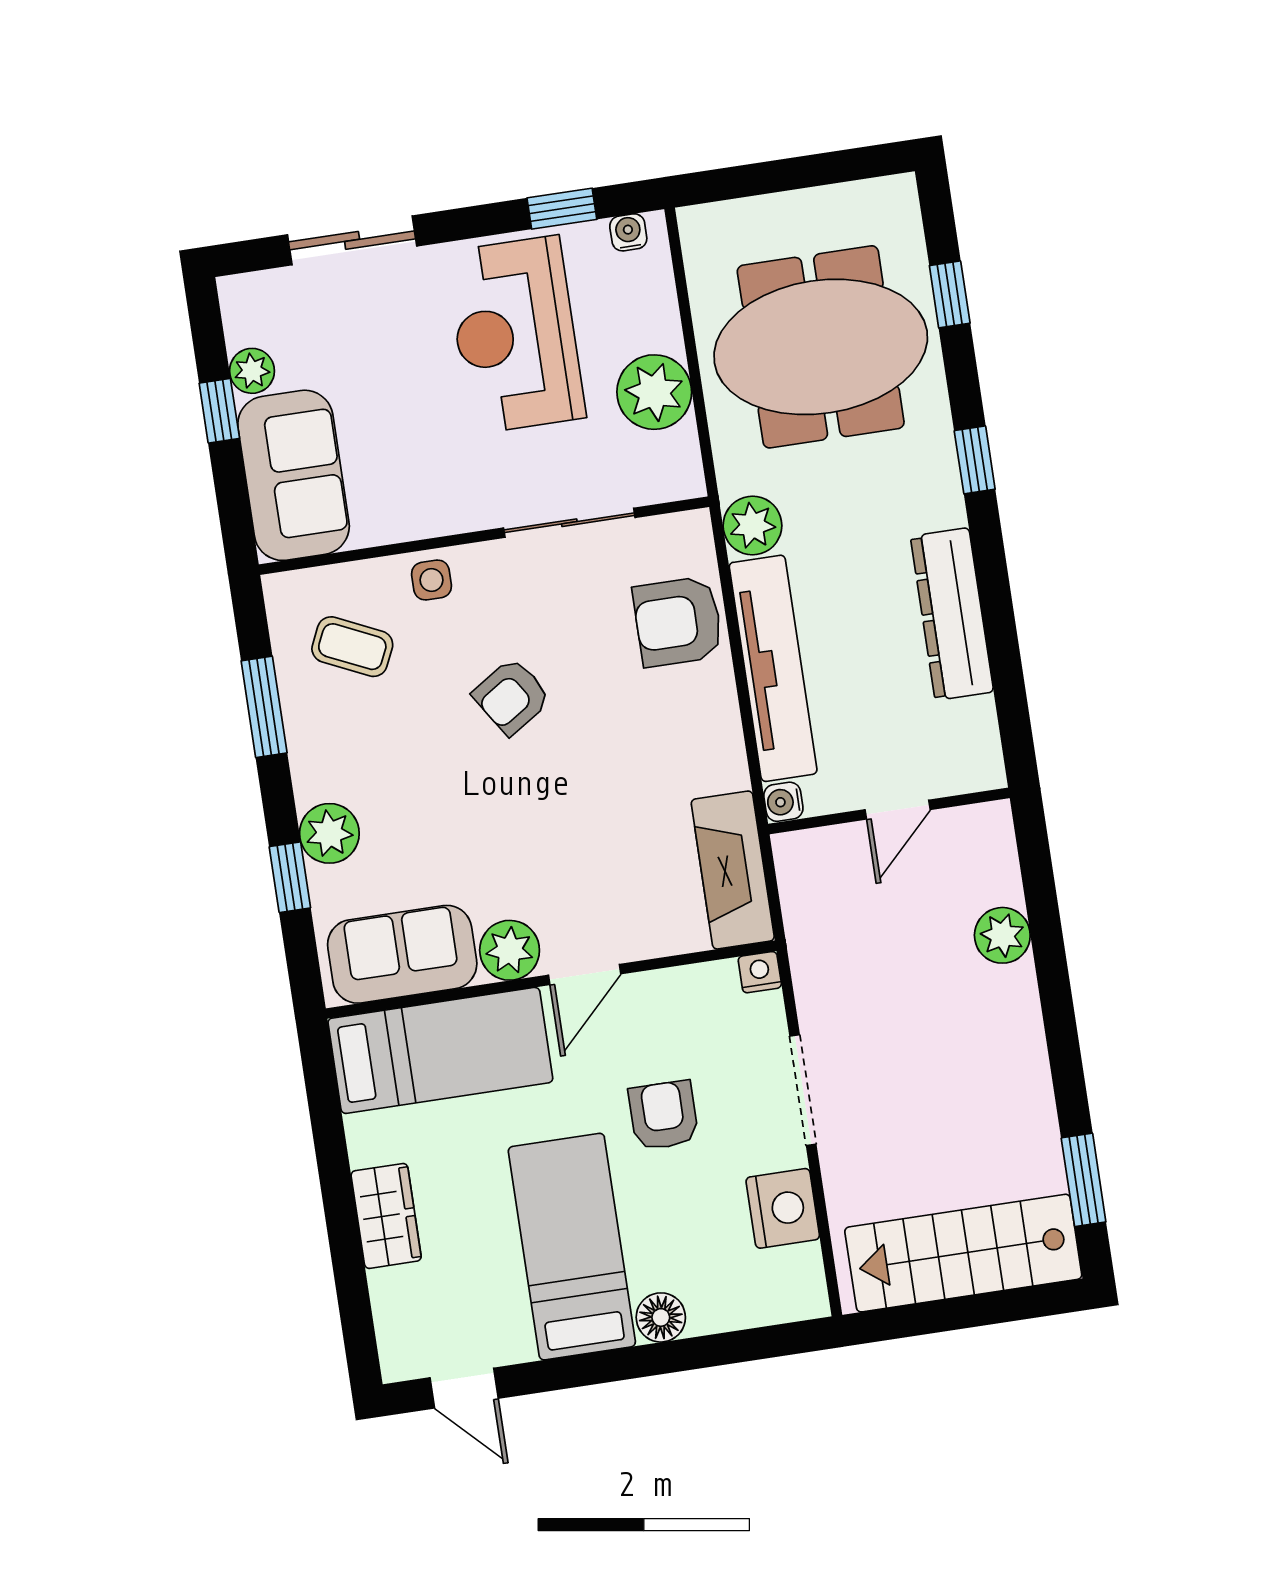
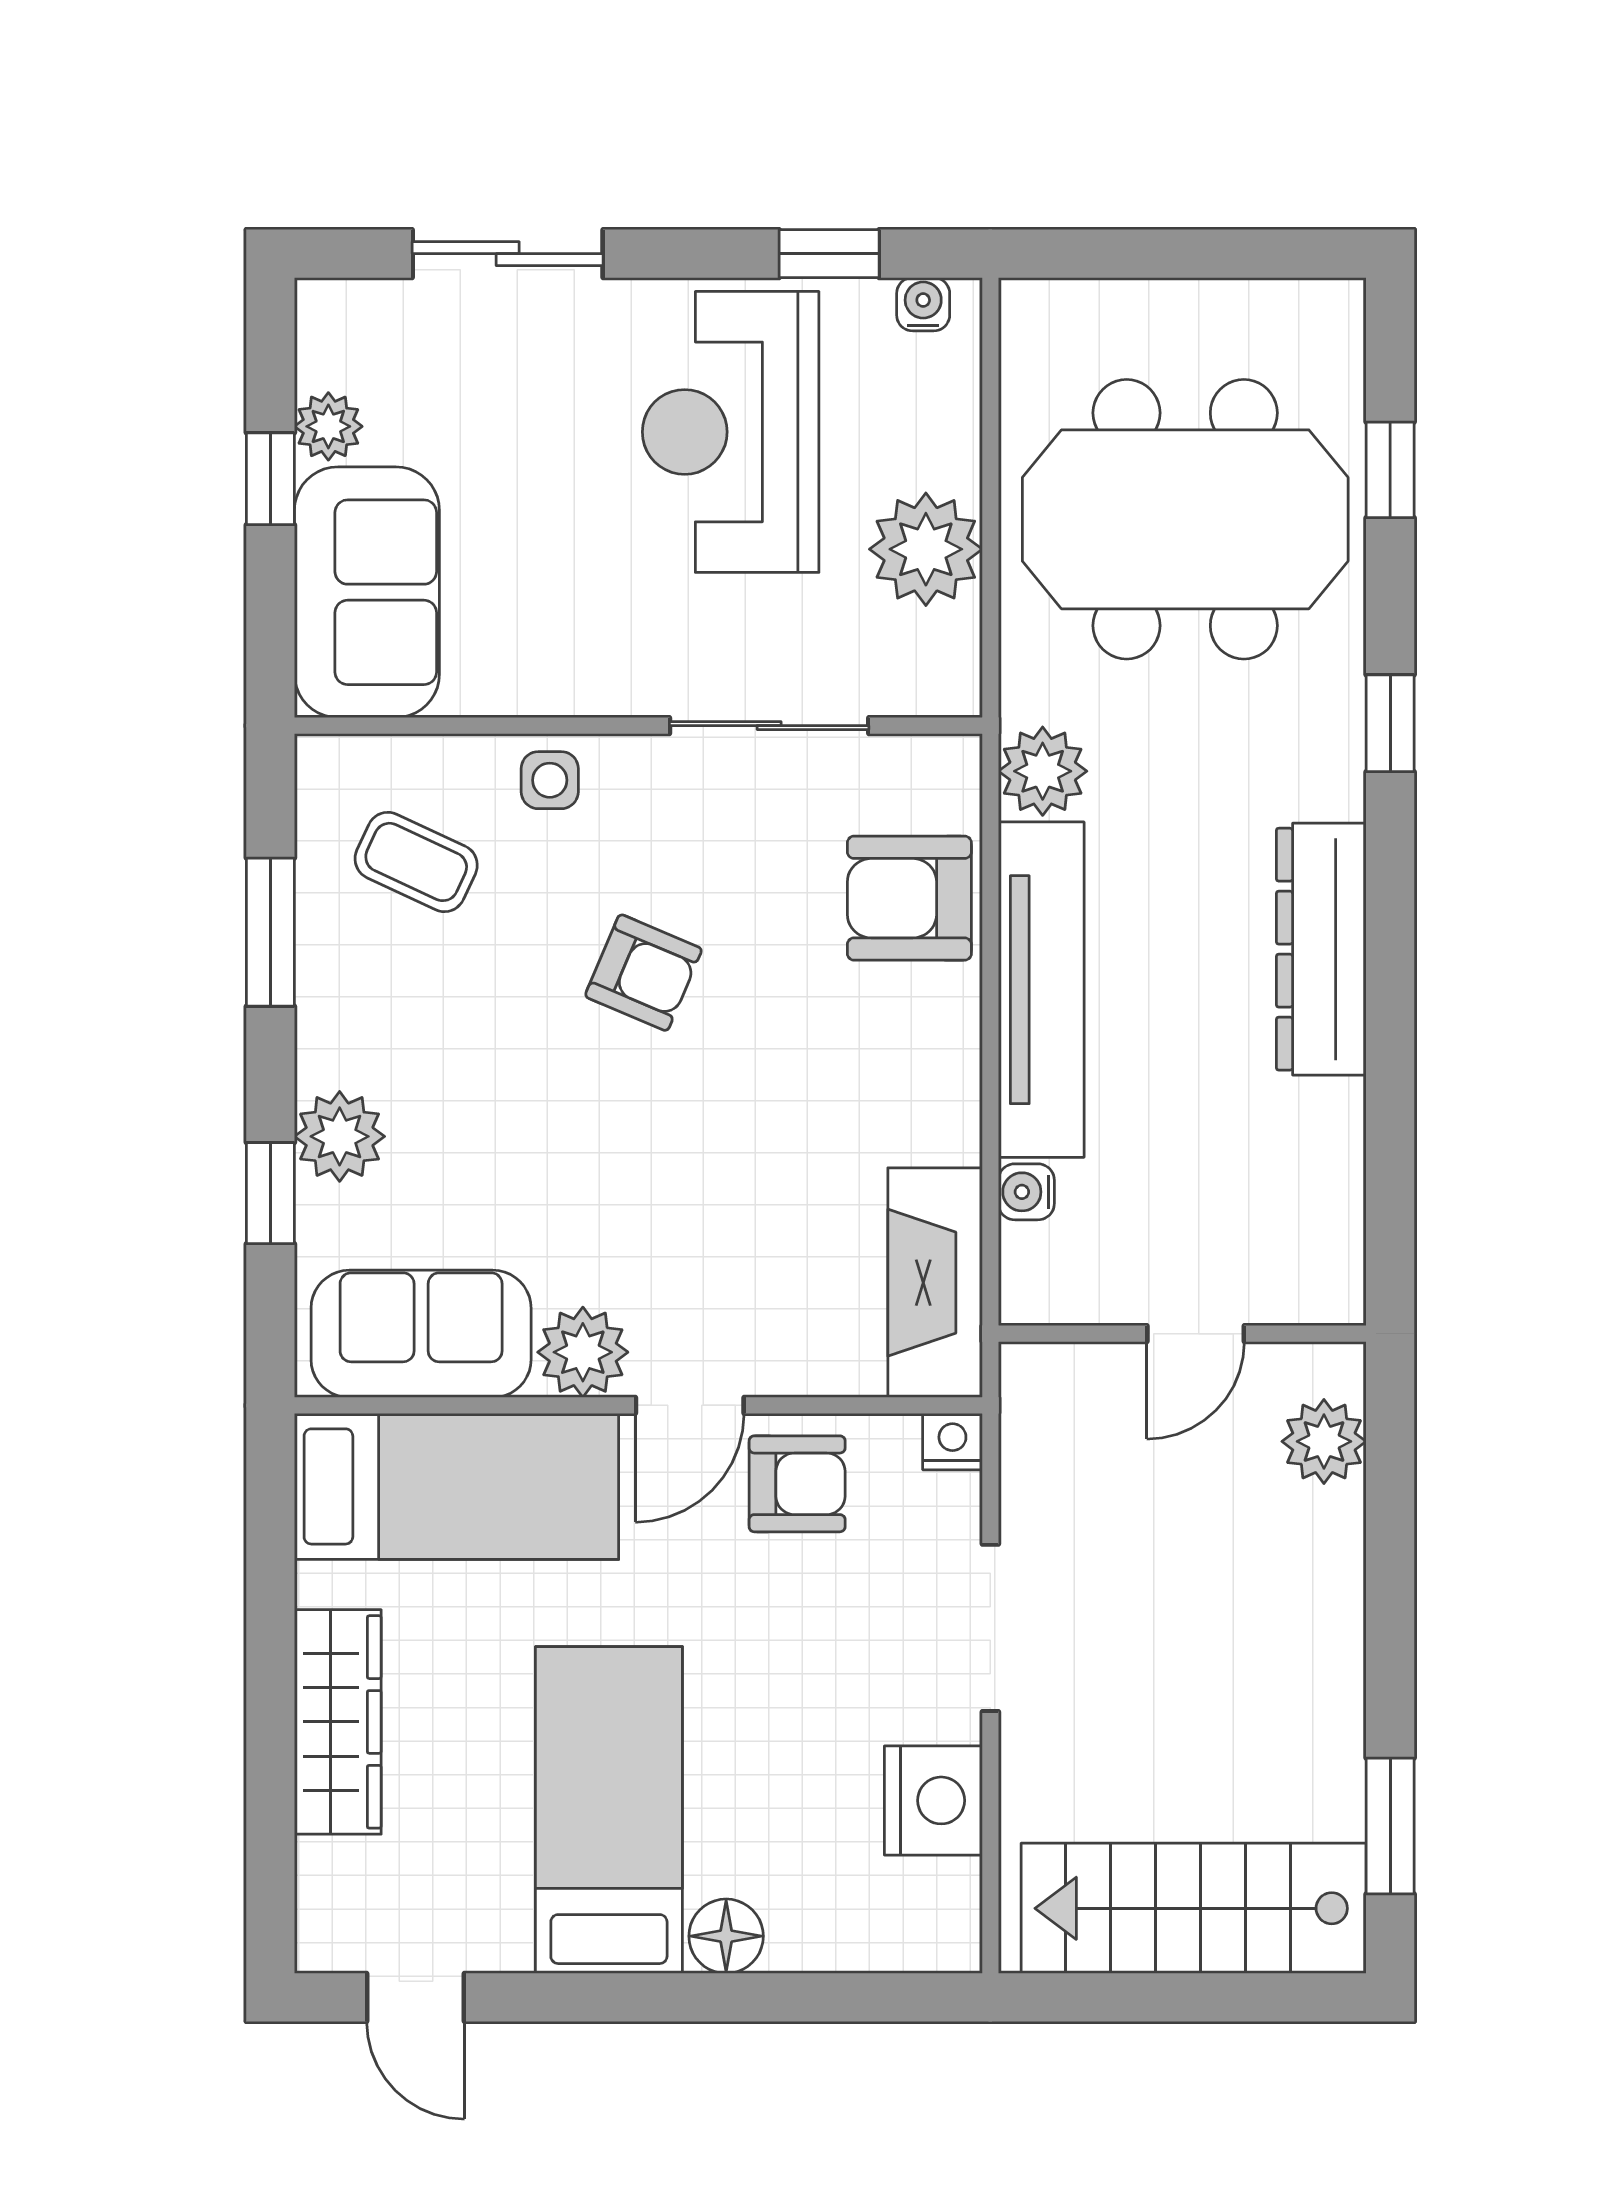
armchair: (512, 696) -> (643, 973), turned -124
door: (898, 810) -> (1196, 1334), moved
wall: (889, 811) -> (1182, 1334), moved
armchair: (663, 1115) -> (797, 1484), moved, turned 90
wardrobe: (386, 1216) -> (338, 1722), width x1.50

